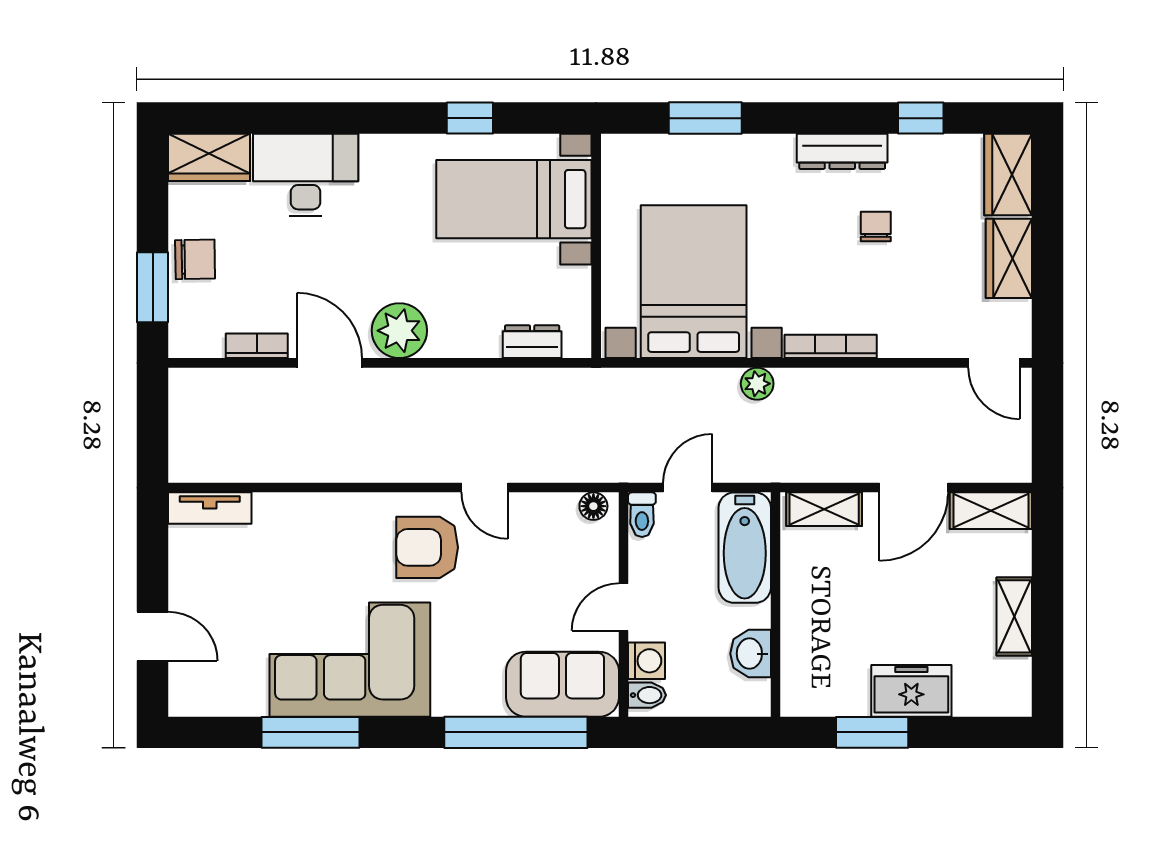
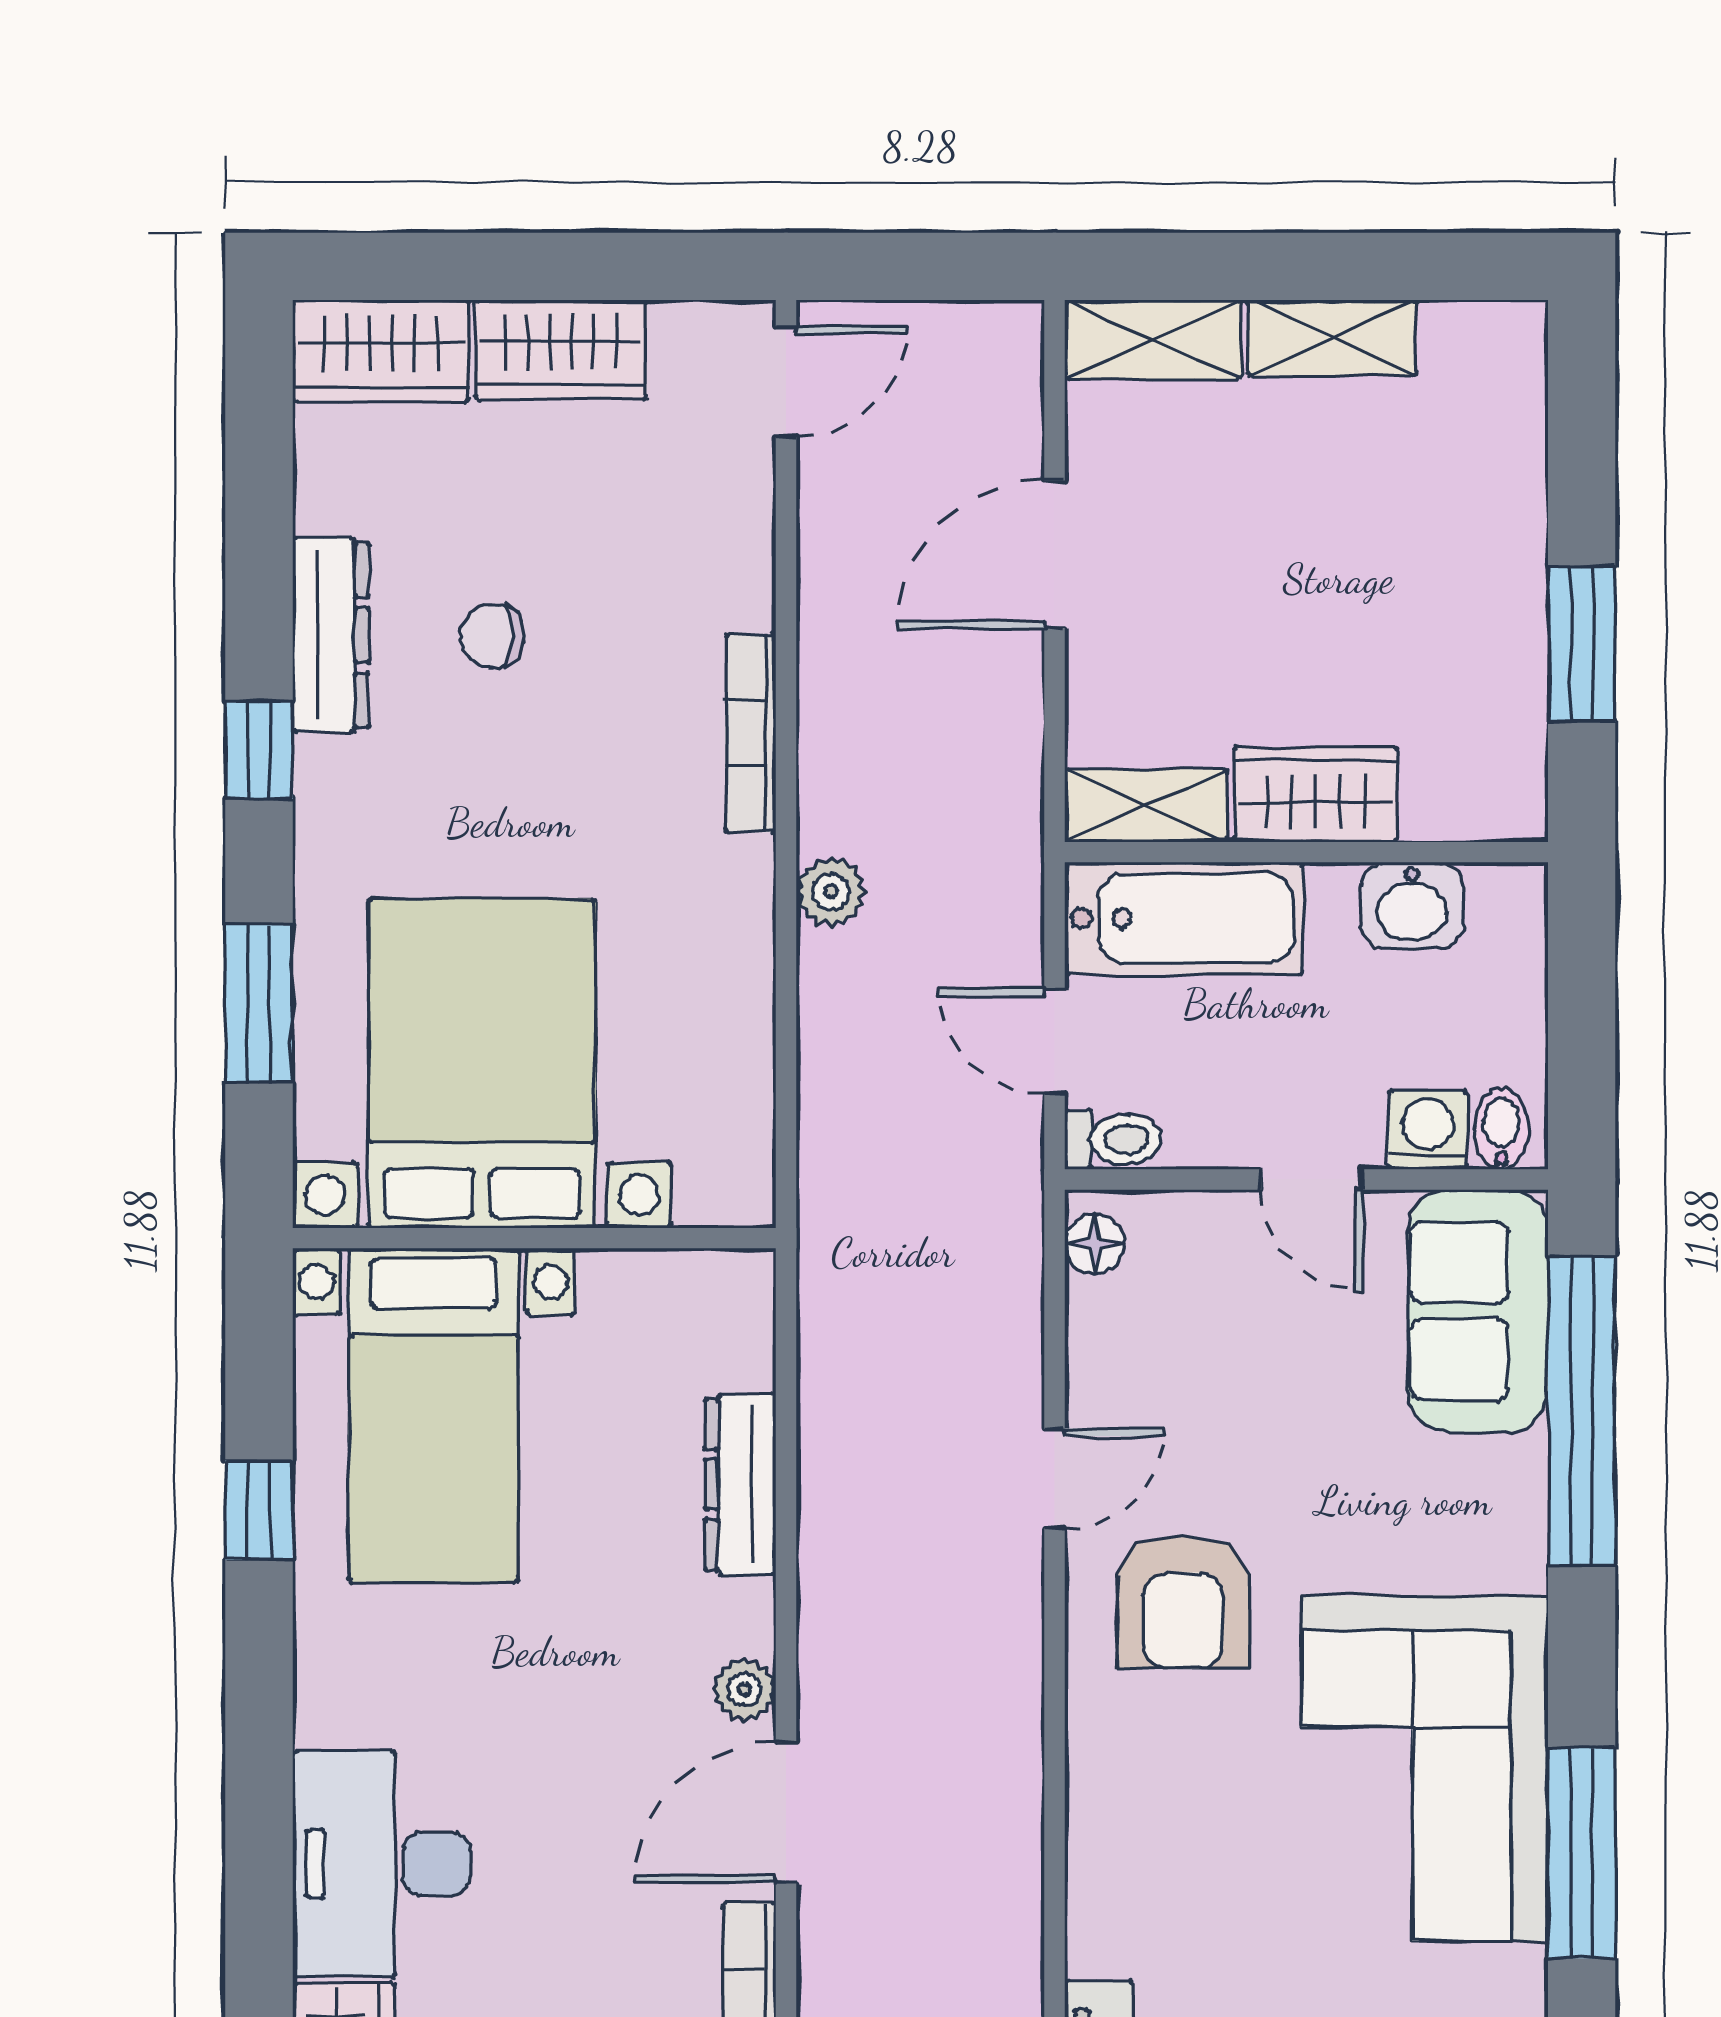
window: (921, 118) -> (259, 750), moved
dresser: (842, 151) -> (331, 635), moved
bed with nightstands: (694, 282) -> (482, 1063), moved, turned 90
plant: (399, 331) -> (744, 1690), width x0.53, depth x0.53
dresser: (532, 342) -> (740, 1484), moved, width x1.44
door: (914, 488) -> (1055, 554), swing flipped
shelving: (824, 509) -> (1146, 805), moved, turned 90
shelving: (991, 511) -> (1153, 340), moved, turned 90
wardrobe: (802, 609) -> (1316, 795), added
freezer: (911, 691) -> (1492, 560), removed

